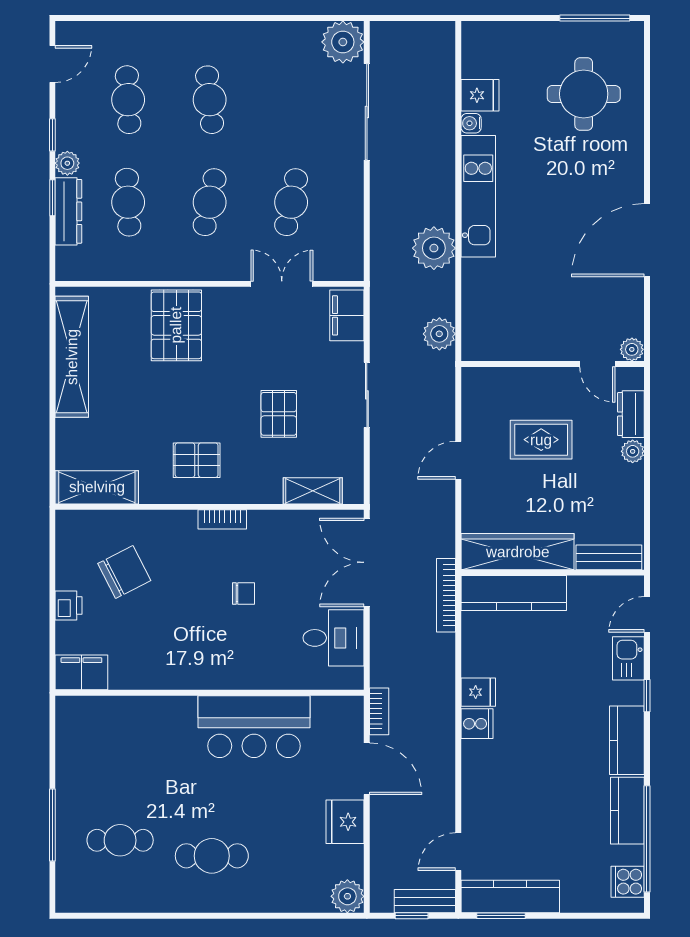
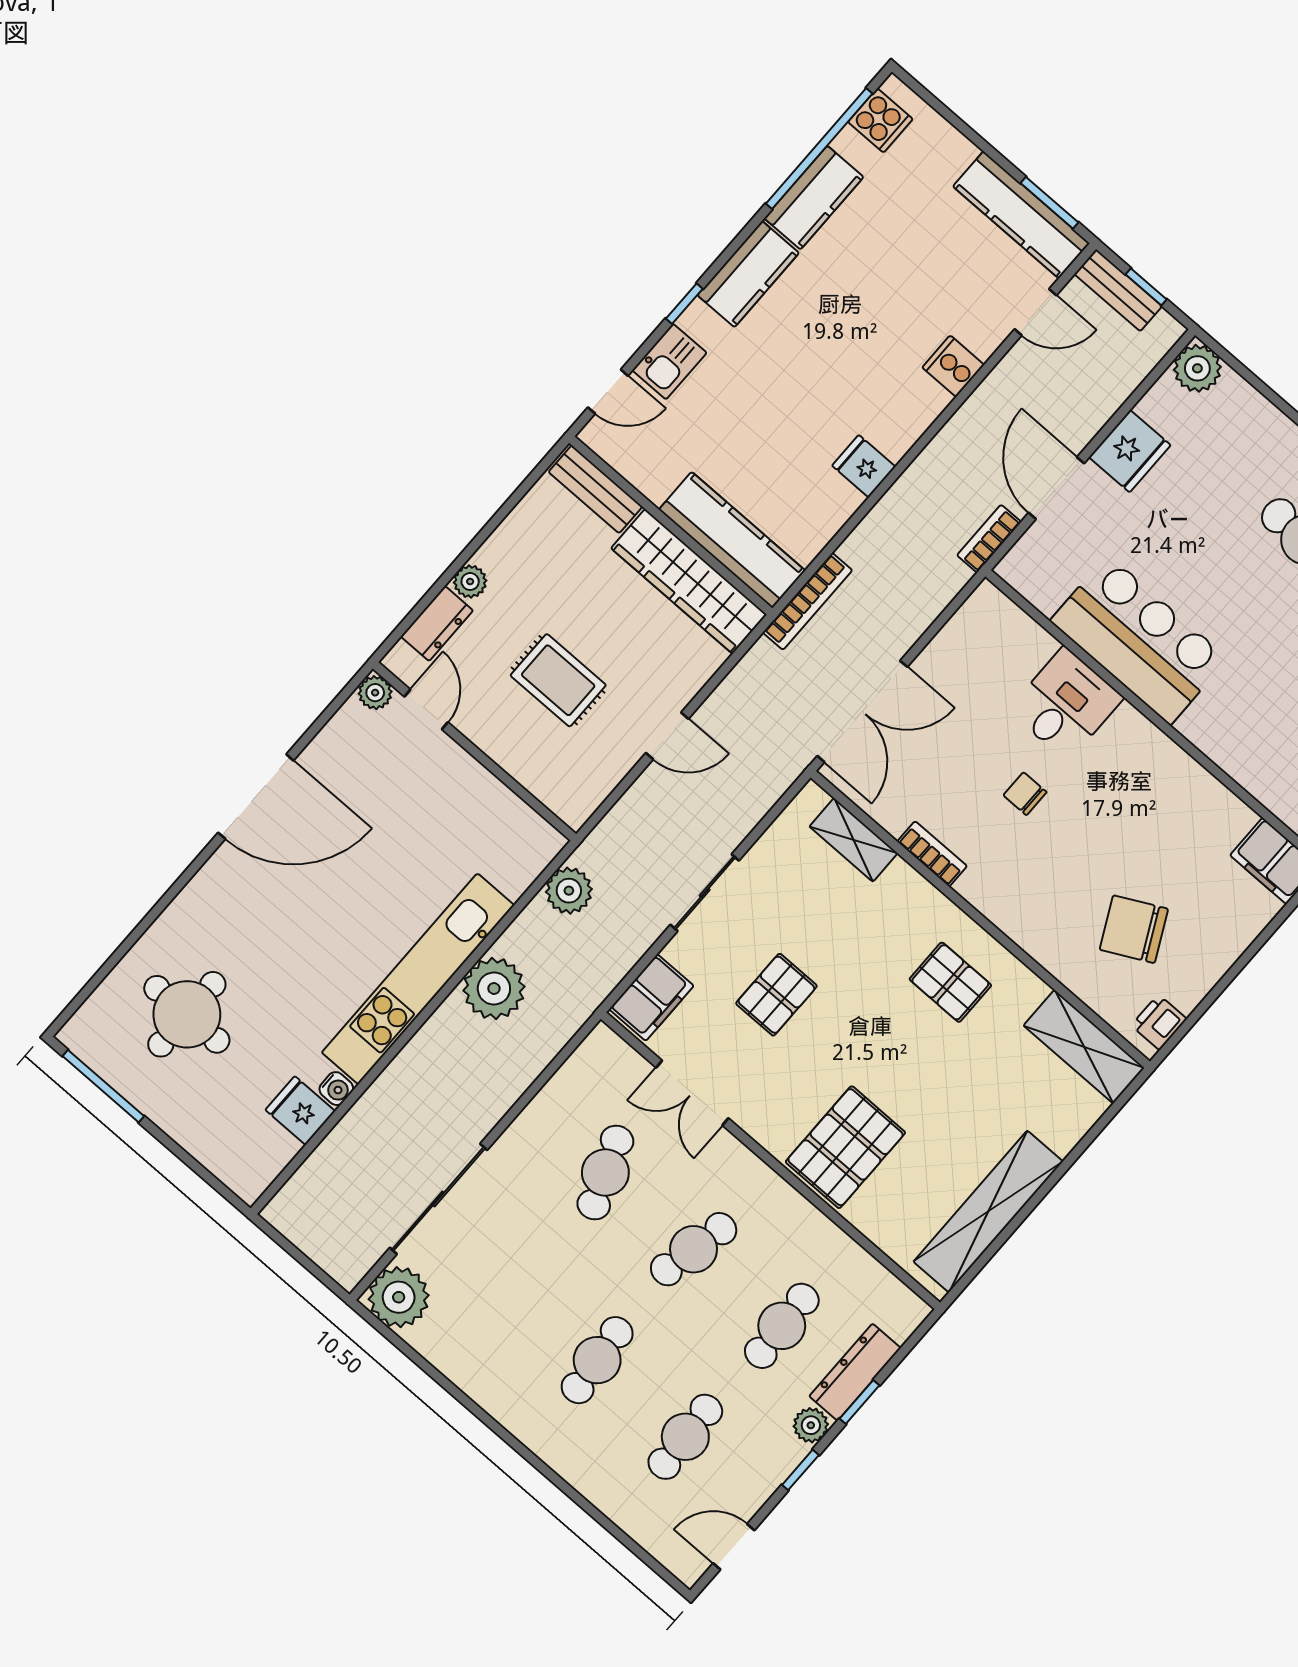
kitchen unit: (478, 196) -> (418, 979), width x1.36
cafe table: (291, 202) -> (605, 1173), turned -33
pallet: (279, 414) -> (776, 995), moved
bookcase: (222, 519) -> (932, 854), moved
printer: (69, 605) -> (1159, 1022), moved
desk: (334, 638) -> (1066, 704), moved, turned 90
cooker: (477, 724) -> (953, 366), moved

